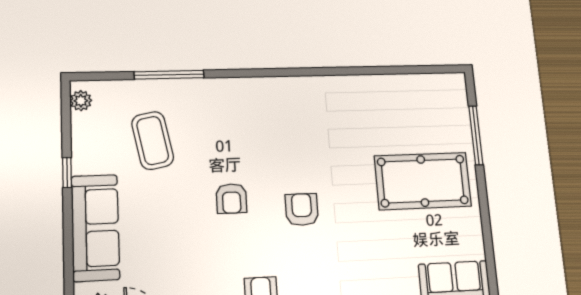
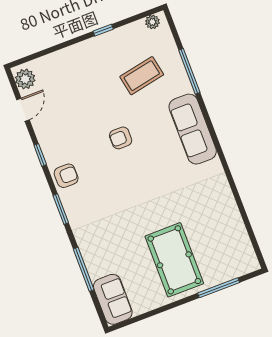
armchair: (302, 210) -> (128, 185), removed
sofa: (95, 228) -> (193, 129), moved, turned 90

